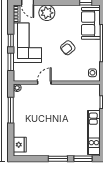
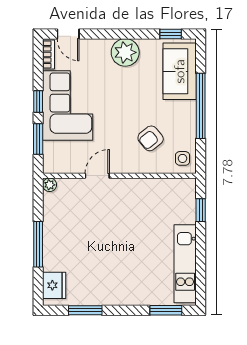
plant: (47, 13) -> (125, 52), moved
armchair: (68, 48) -> (151, 138), moved
window: (11, 110) -> (38, 244), moved
window: (58, 159) -> (85, 310), moved

